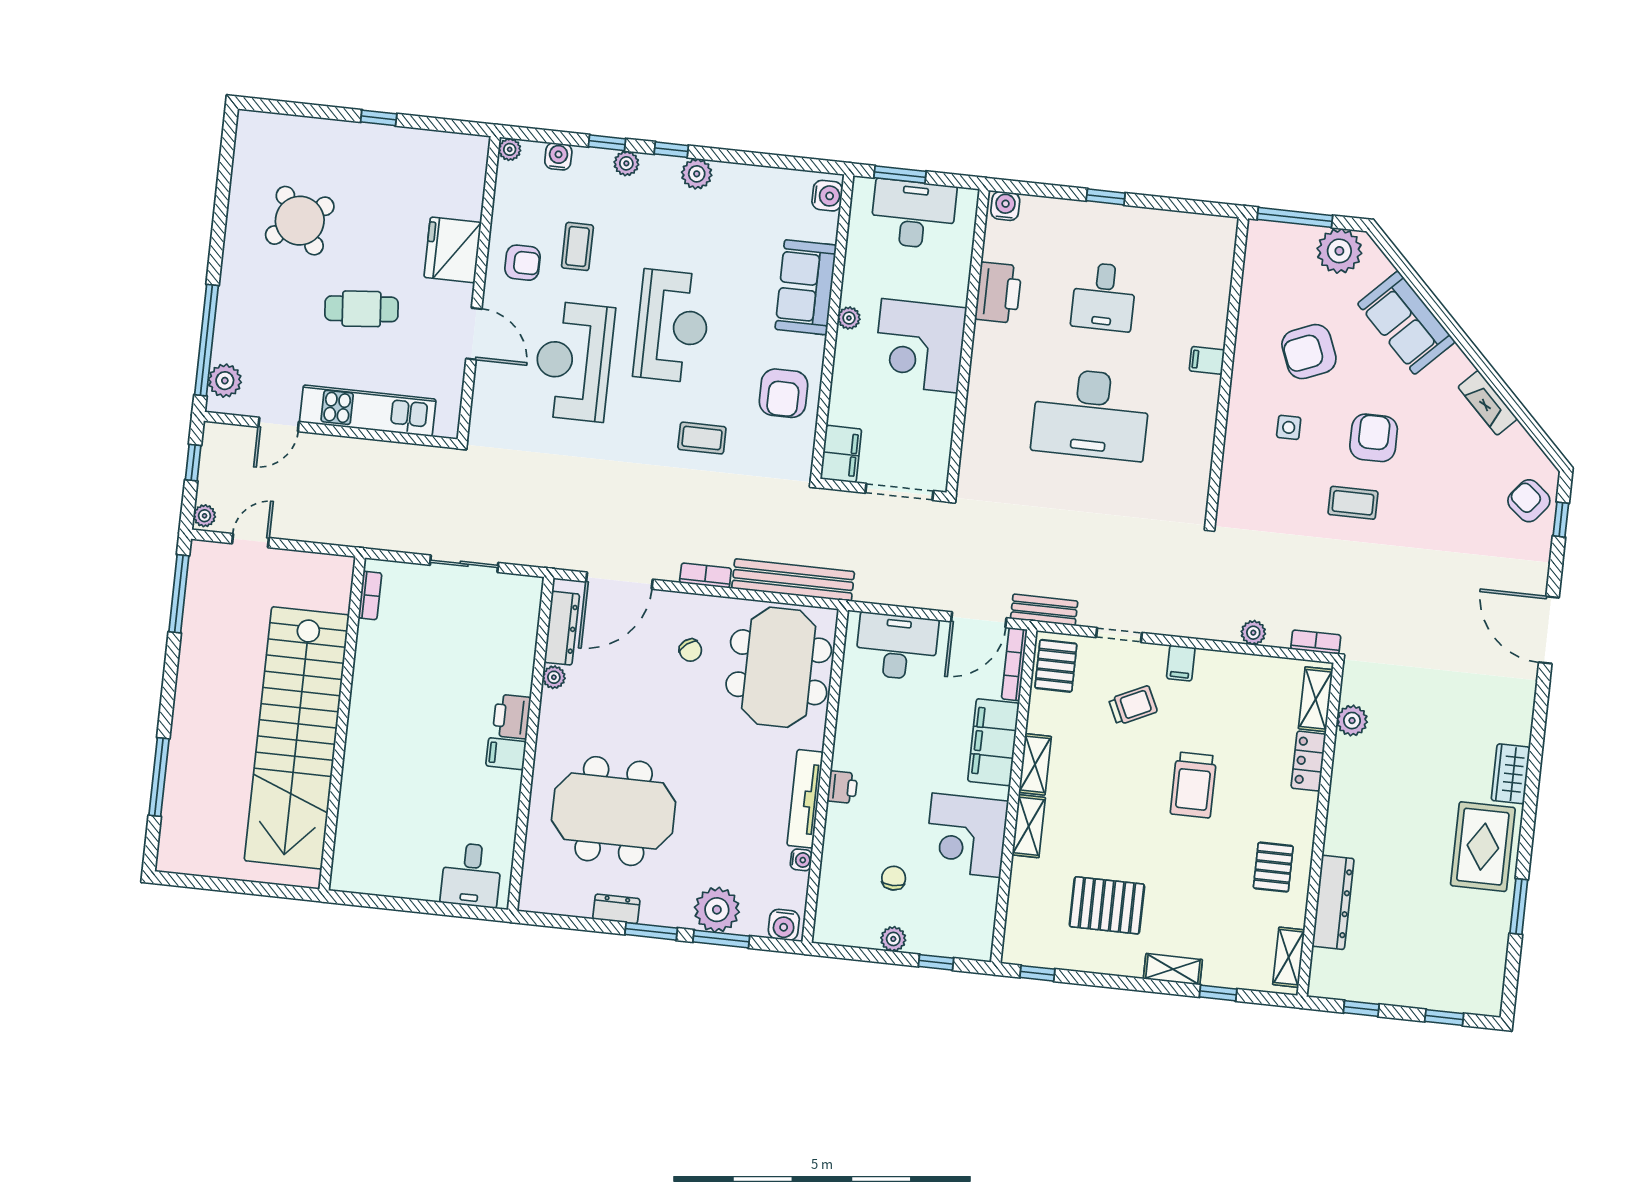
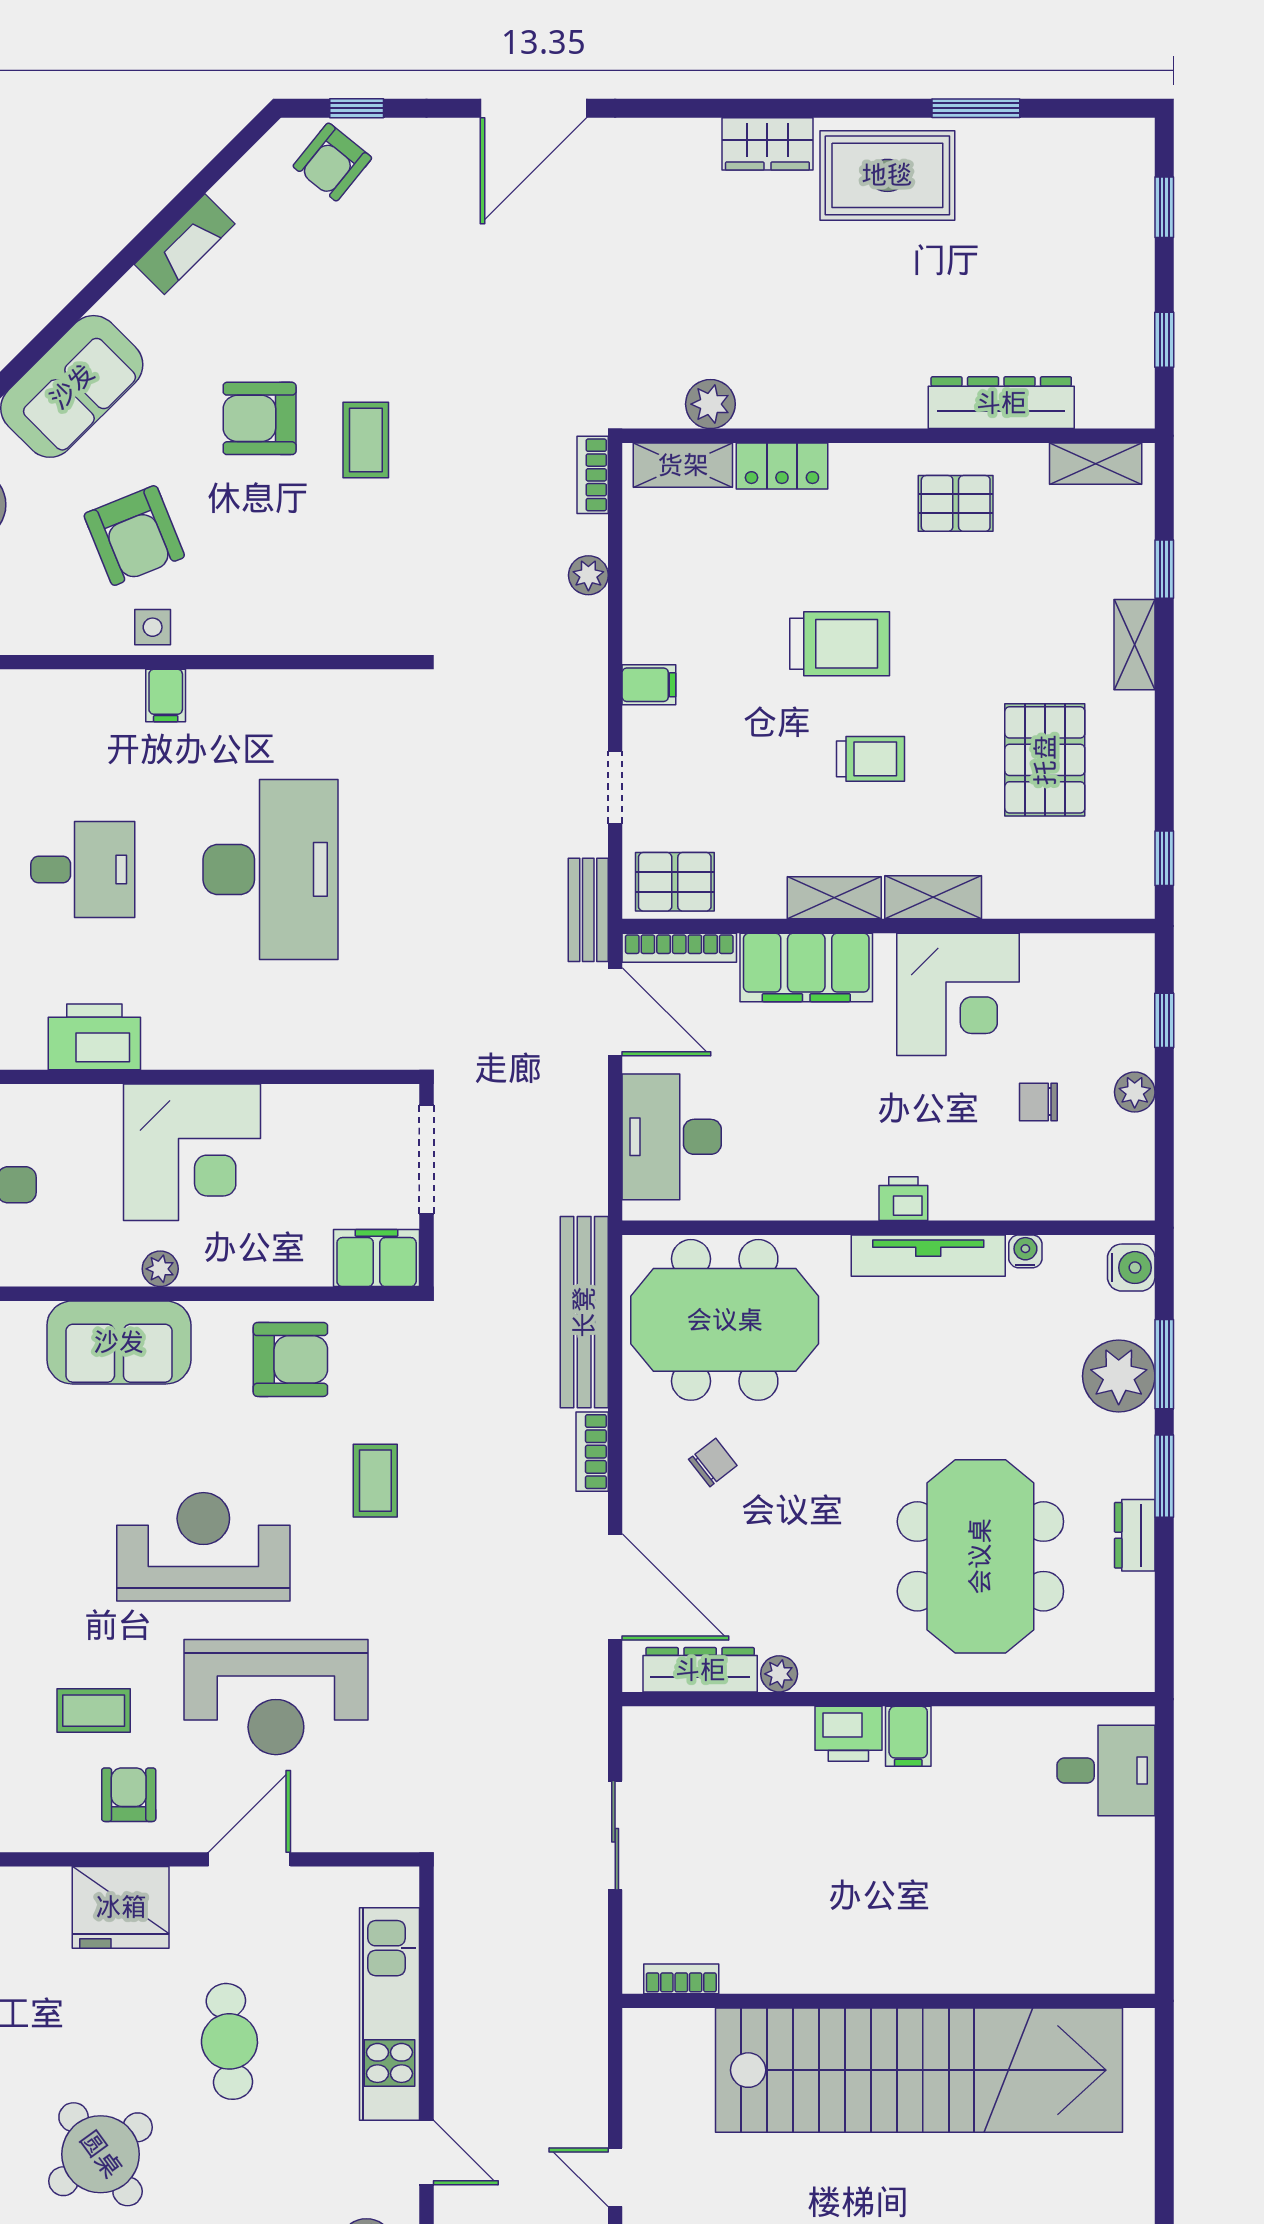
side table: (1289, 427) -> (153, 627), moved
trolley: (1133, 705) -> (871, 759), moved, turned 115

